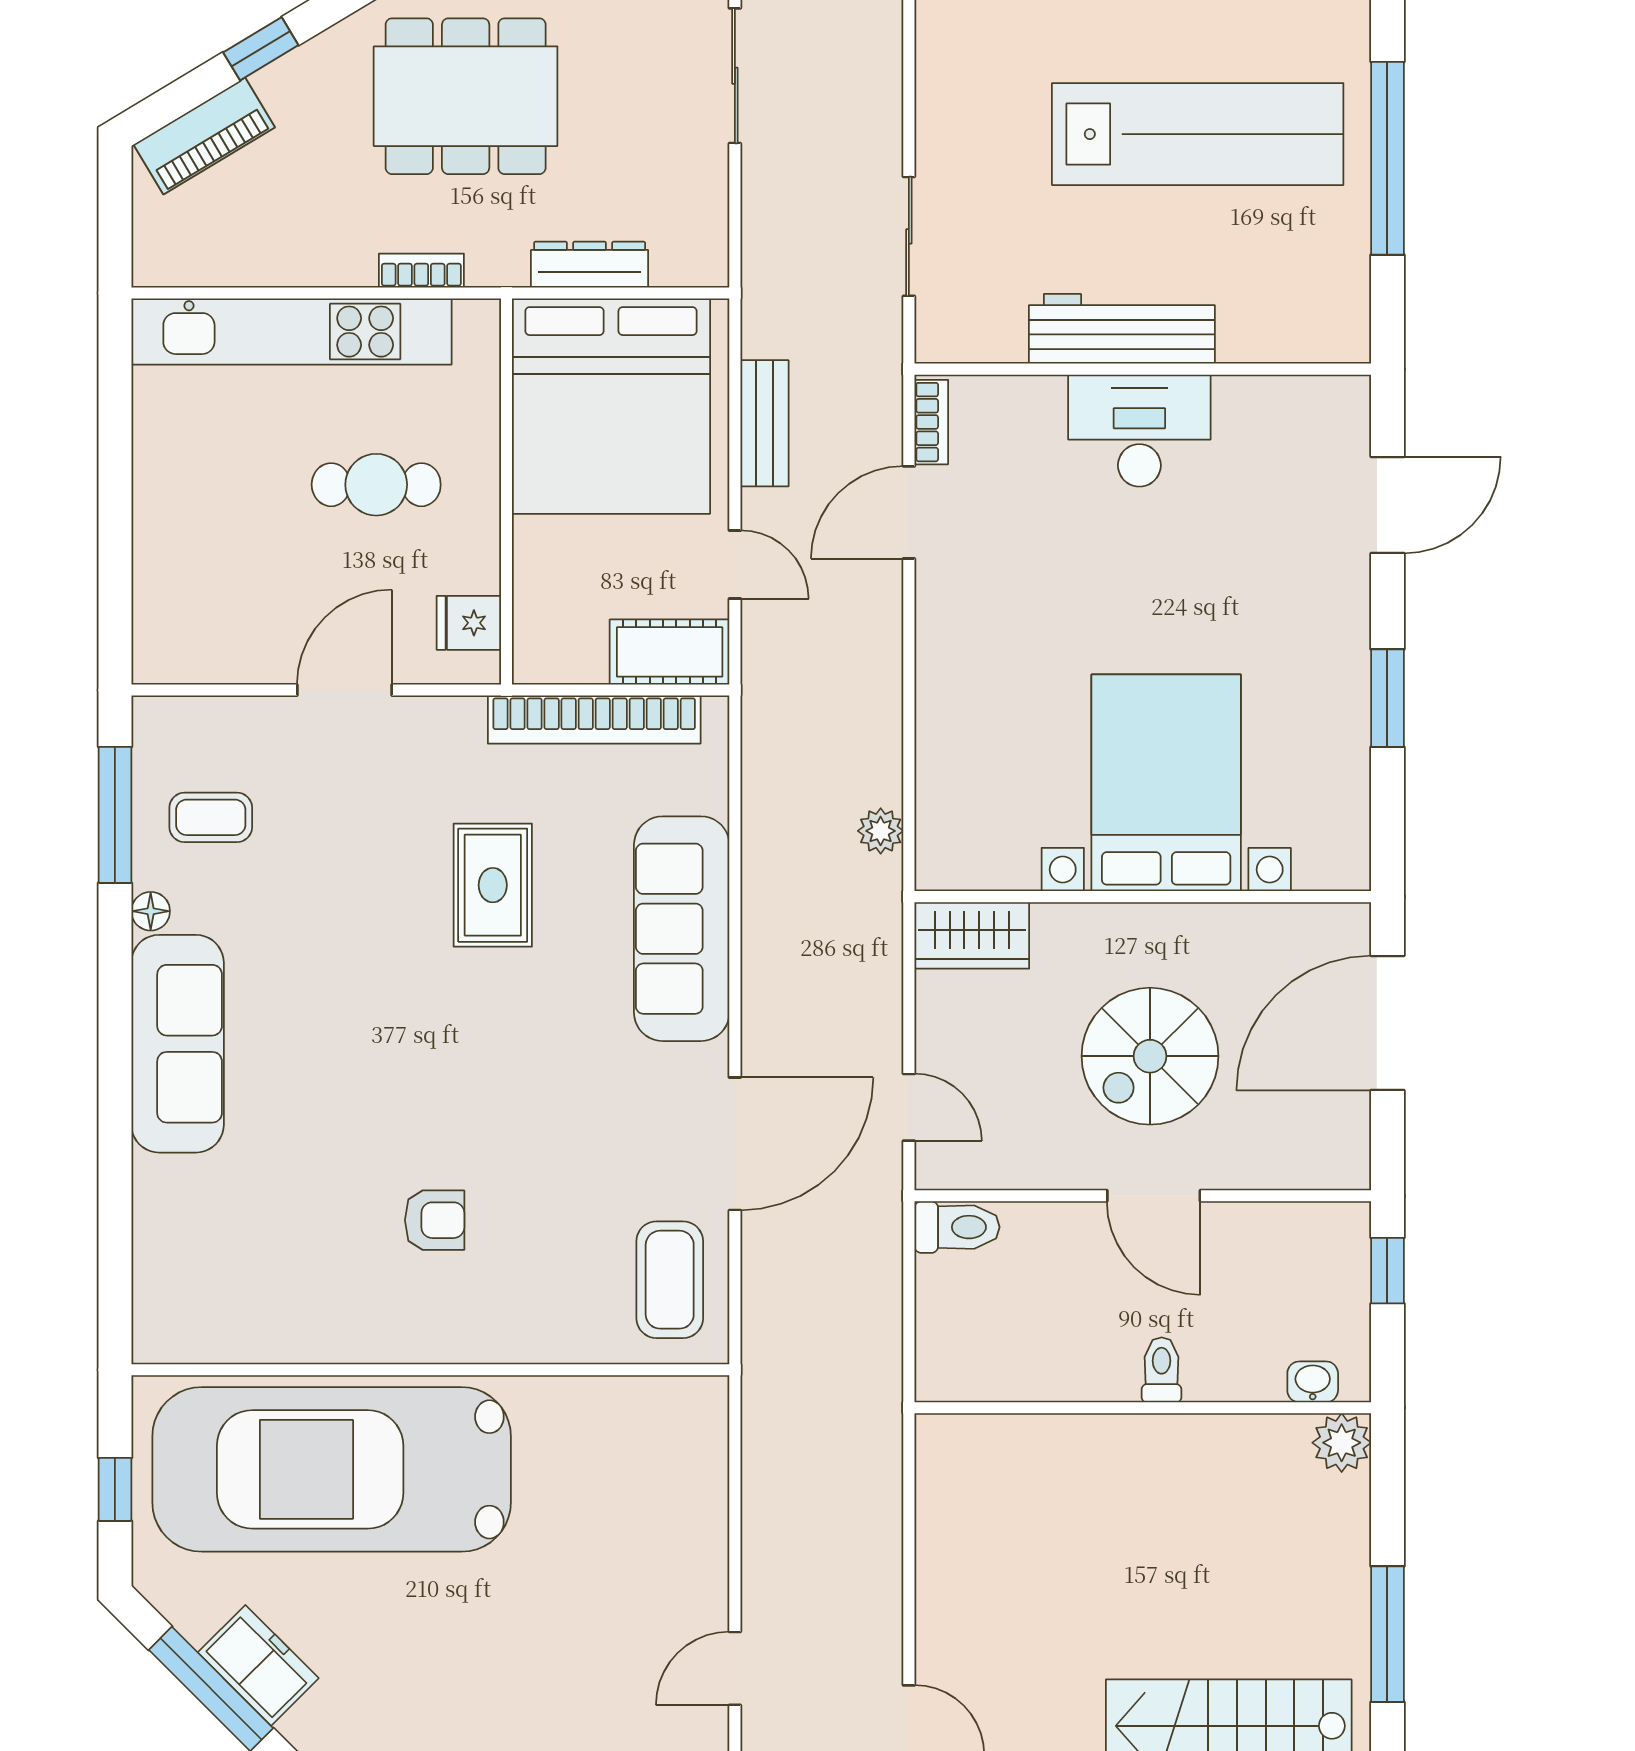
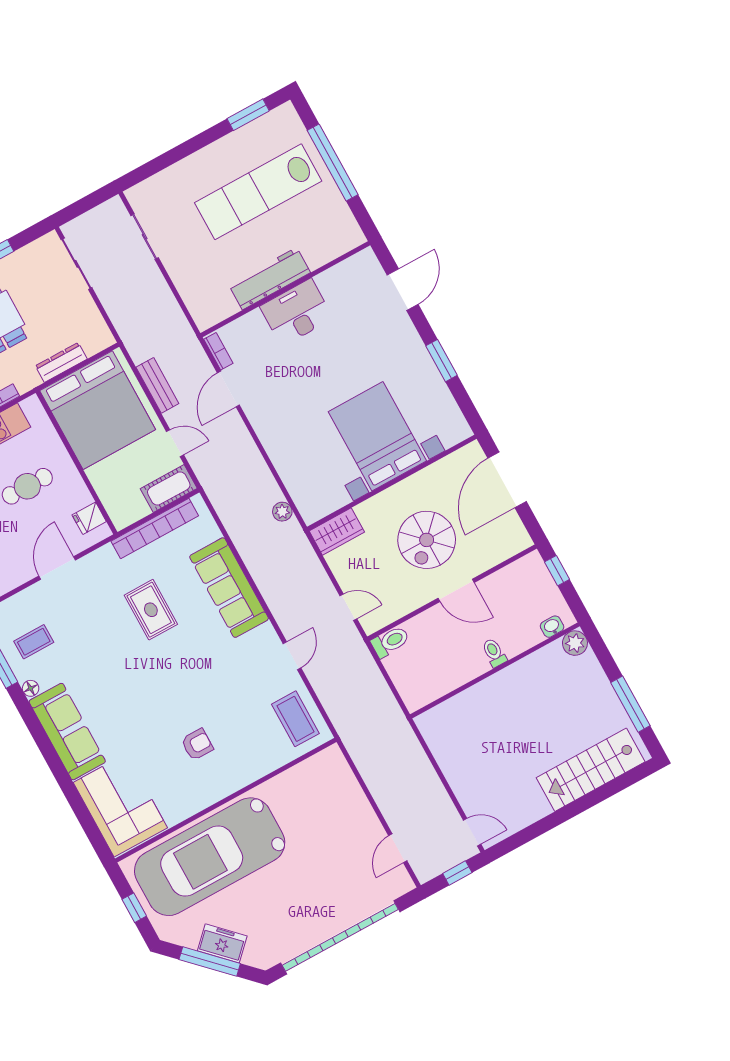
lab bench: (1198, 134) -> (258, 192), turned 180
sliding door: (909, 236) -> (145, 237), moved
door: (735, 1144) -> (292, 656), width x0.53
corner sofa: (204, 1259) -> (120, 805), added

